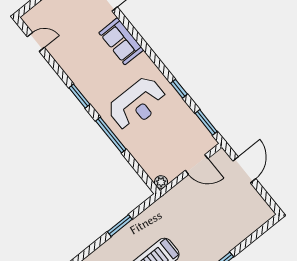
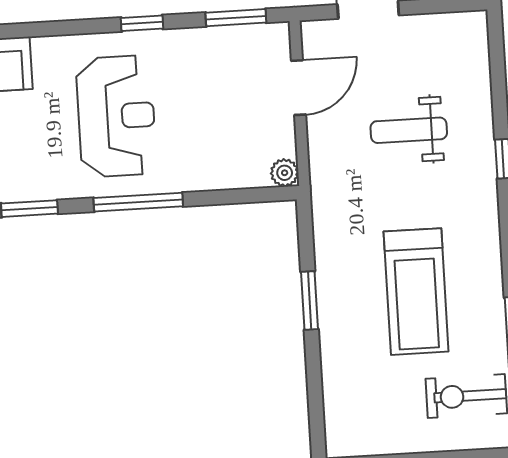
weight bench: (210, 217) -> (409, 130), added

